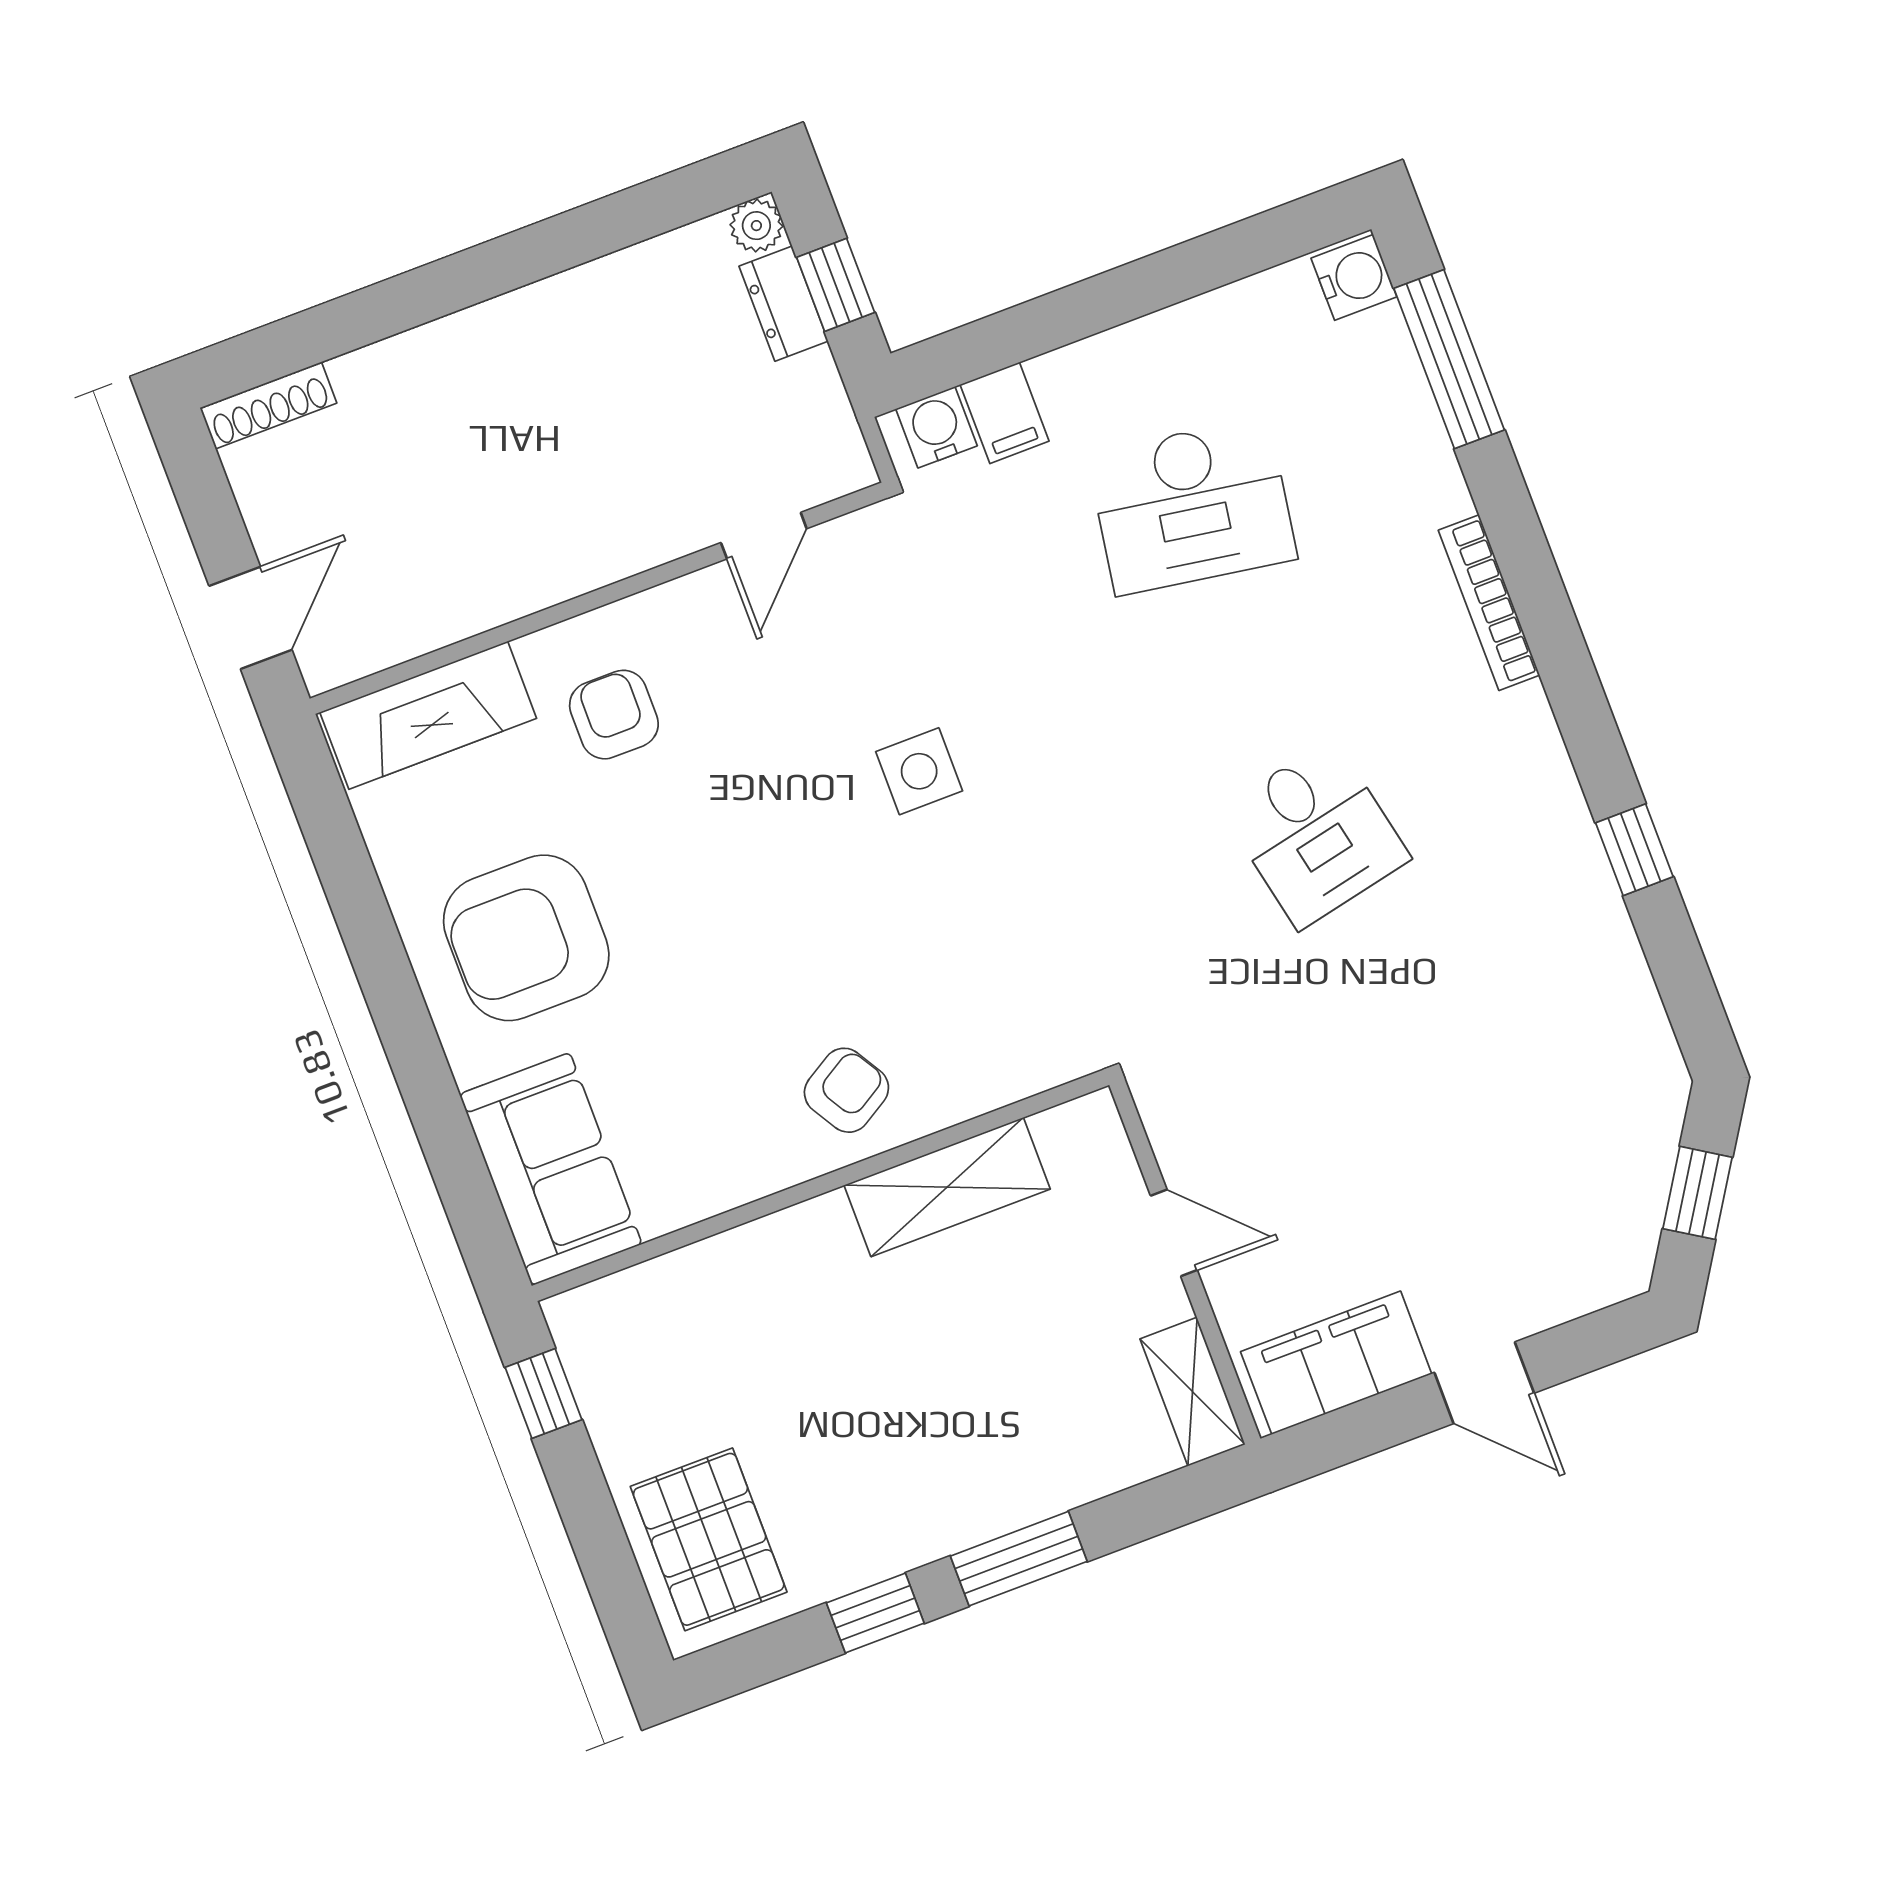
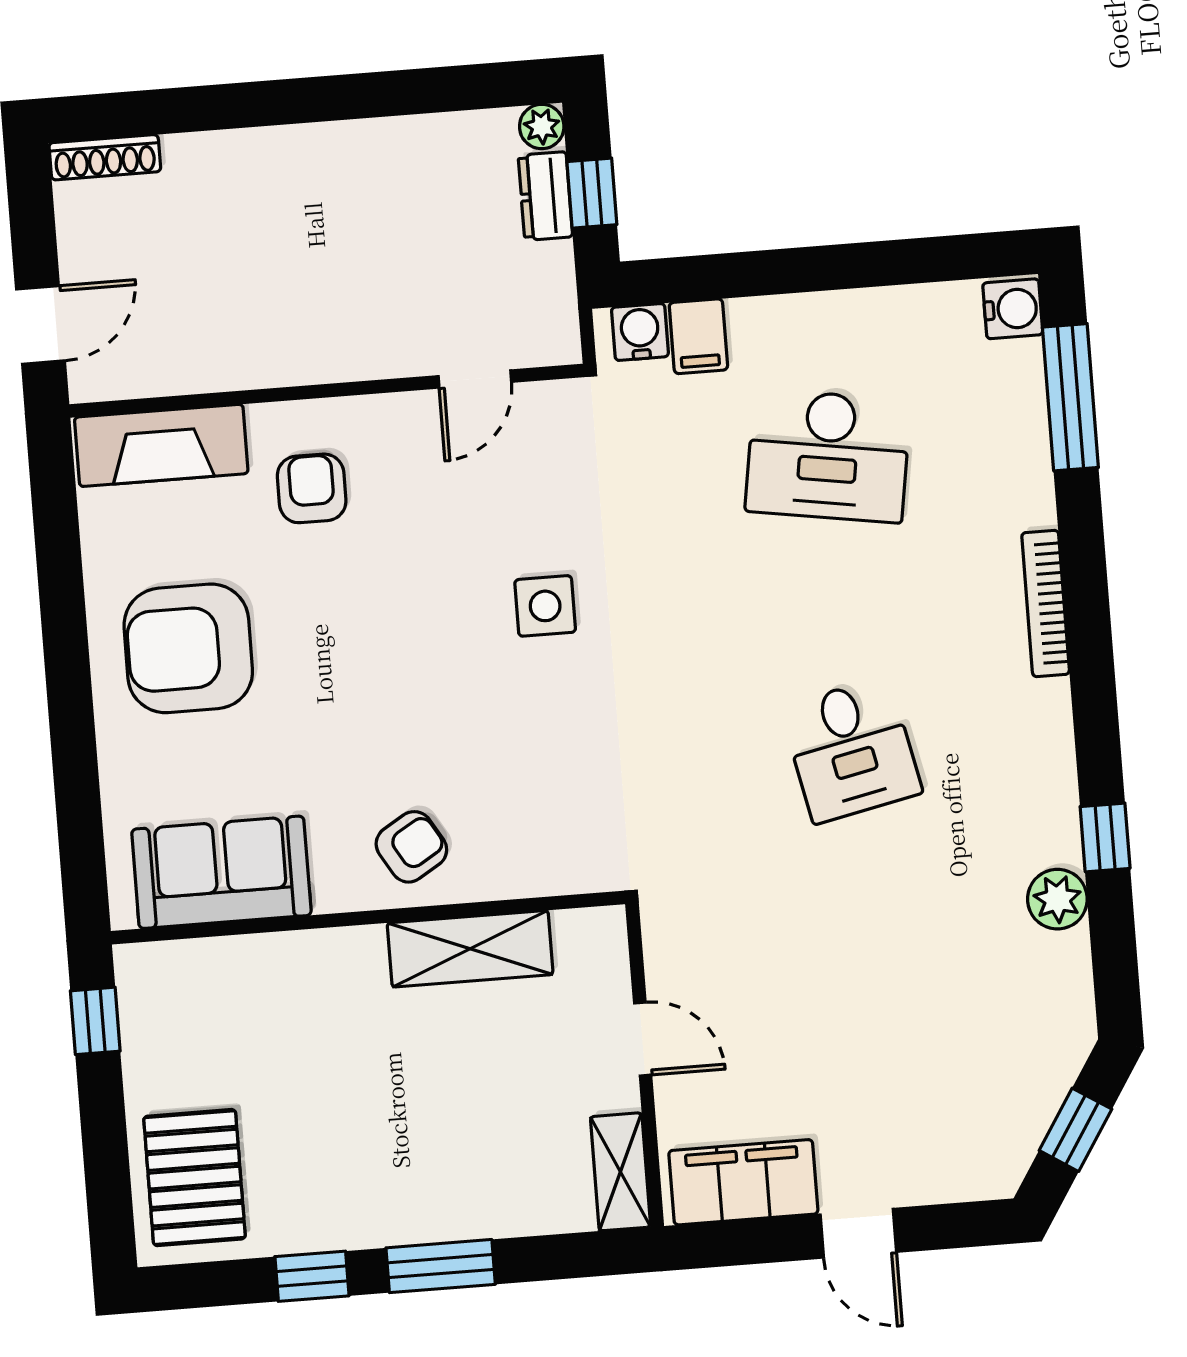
plant: (1601, 936) -> (1057, 899), added
sofa: (551, 1169) -> (221, 872), moved, turned -90

